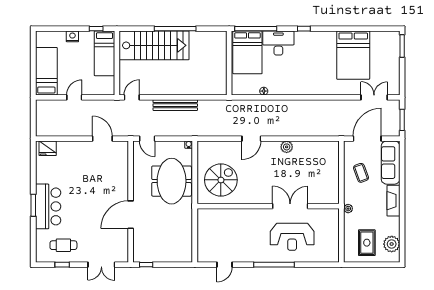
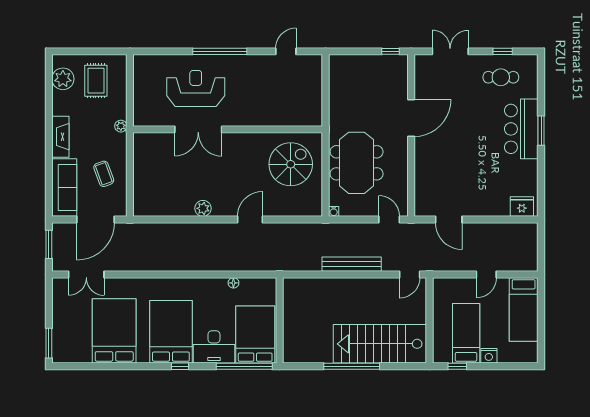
bed: (105, 53) -> (466, 333), moved
bed: (311, 54) -> (171, 332), added
spiral stairs: (221, 180) -> (291, 164), turned 180

